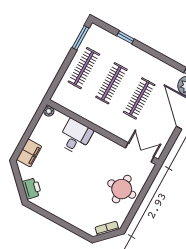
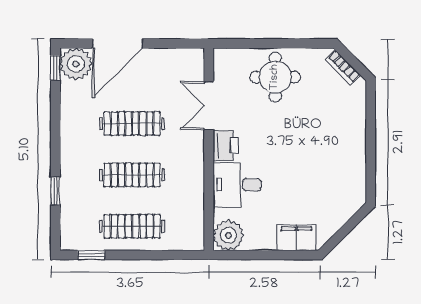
window: (80, 38) -> (91, 255), width x0.67
plant: (49, 111) -> (228, 235), width x1.88, depth x1.88
double door: (140, 152) -> (209, 106), moved
printer: (32, 188) -> (226, 146), moved, turned 135

